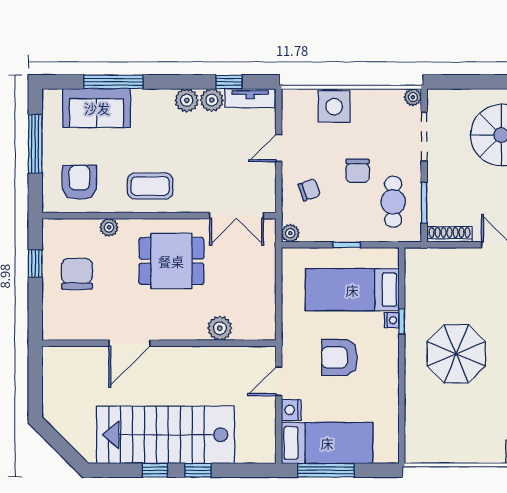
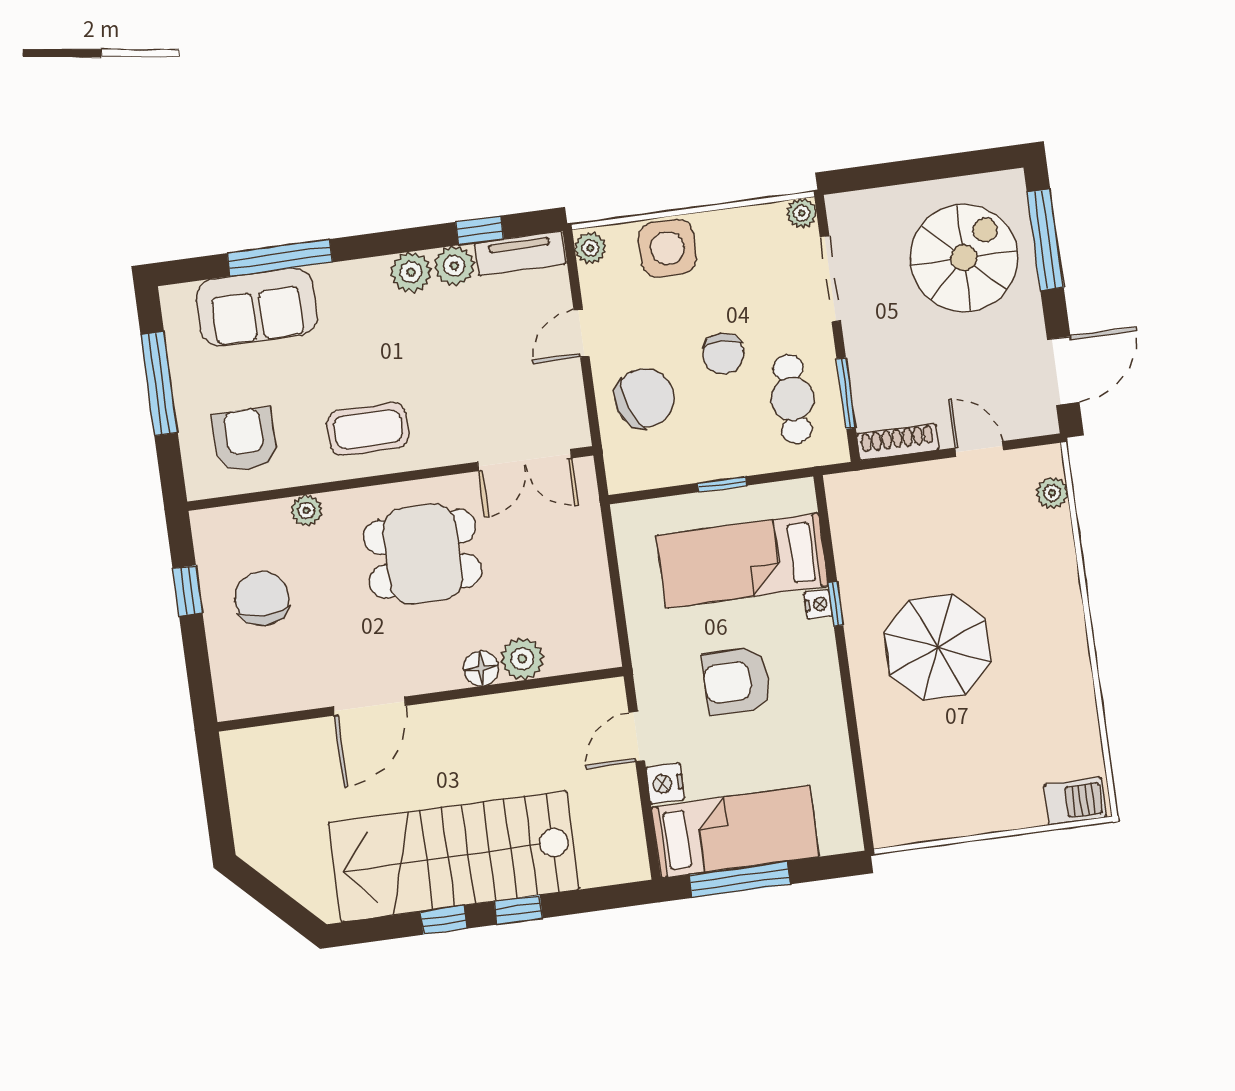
chair: (309, 190) -> (644, 398), width x1.87, depth x1.87
plant: (290, 233) -> (590, 248), moved
floor lamp: (196, 330) -> (481, 668), added

